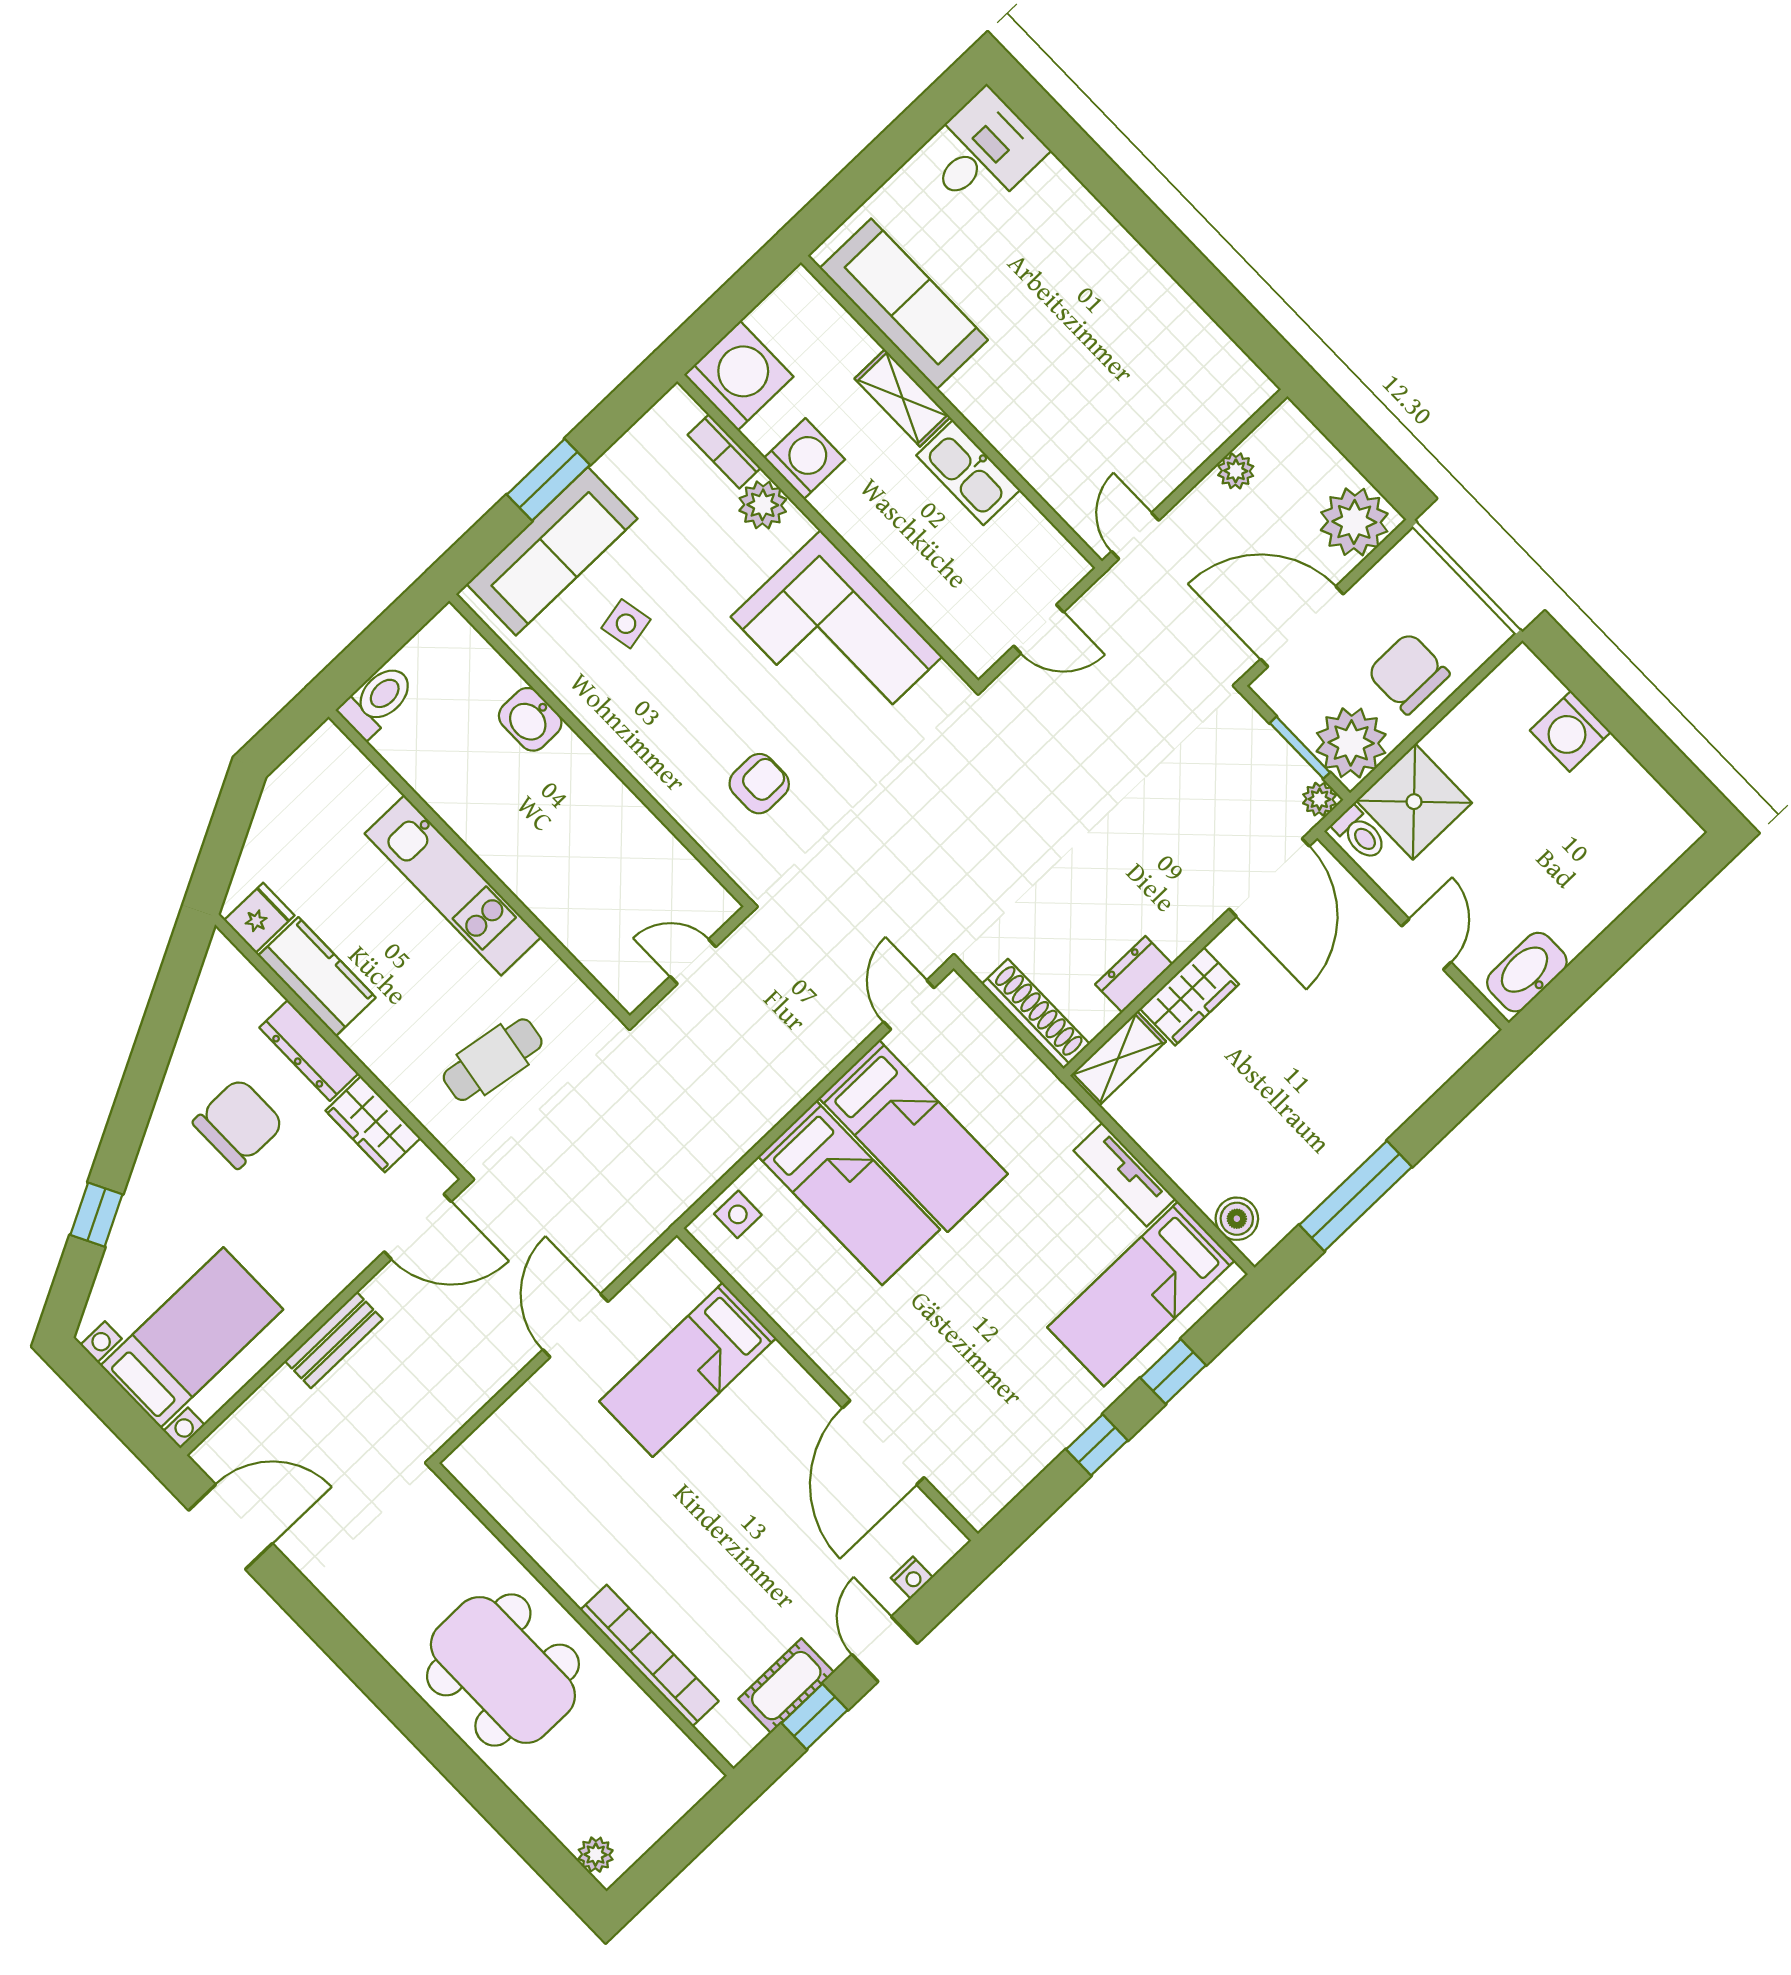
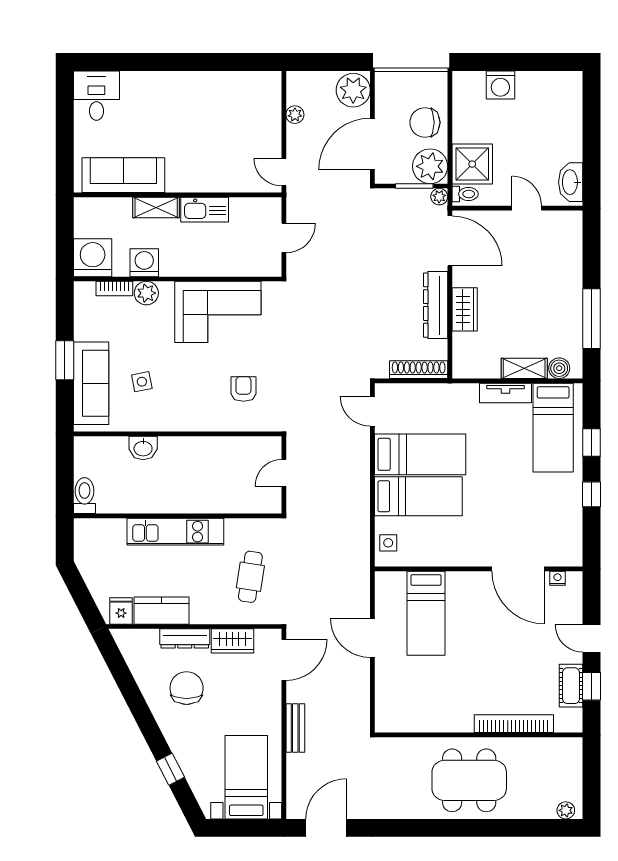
dresser: (1134, 974) -> (436, 305), width x1.96, depth x1.24
shelving: (1118, 1059) -> (524, 368), moved, turned 90
nightstand: (912, 1578) -> (557, 578), moved, turned -90

